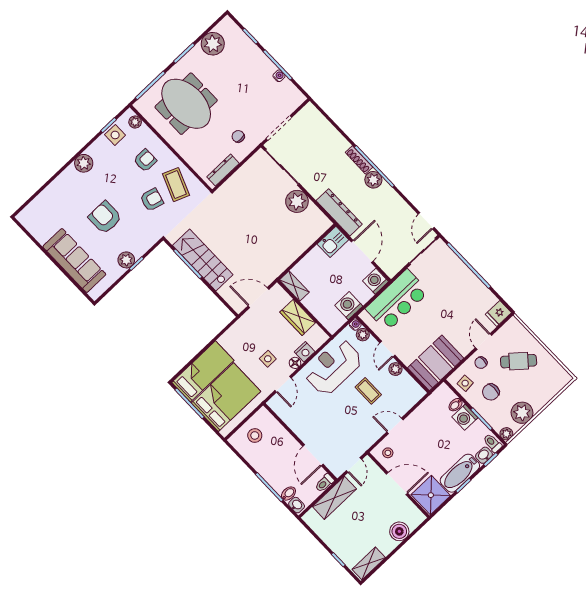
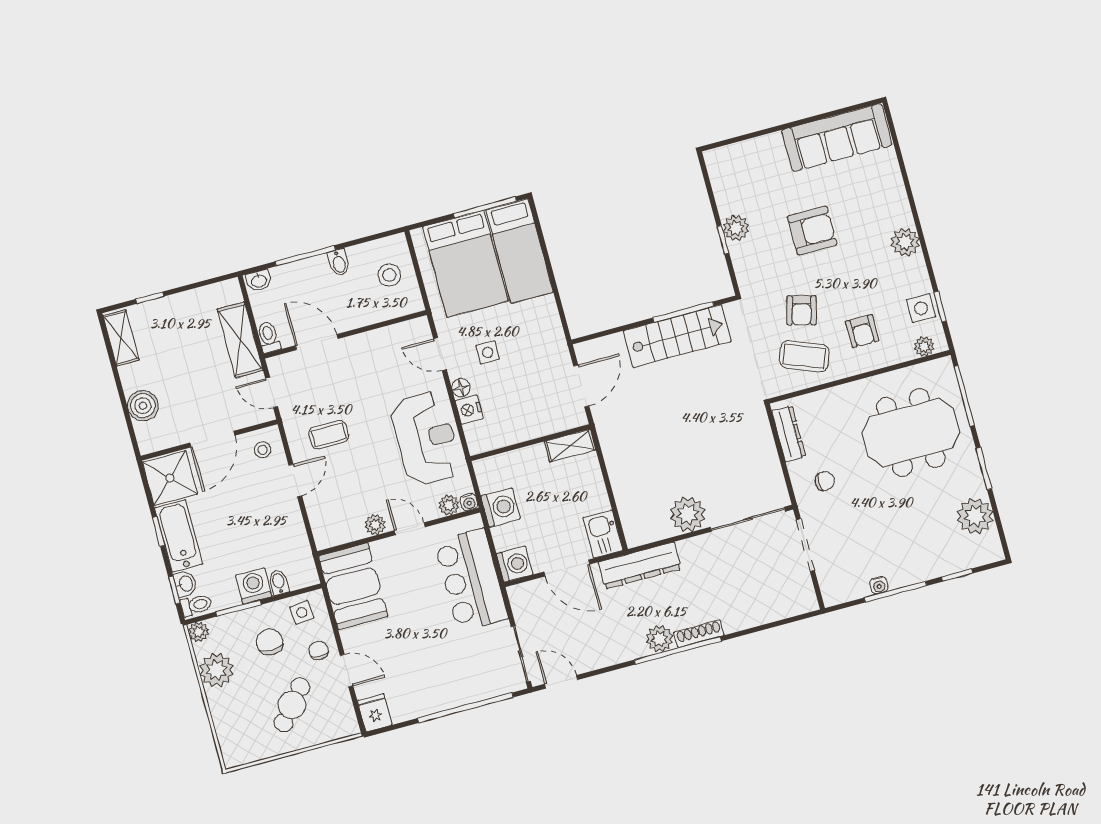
sofa: (74, 261) -> (837, 138), moved
wardrobe: (298, 317) -> (523, 426), removed
coffee table: (368, 391) -> (329, 435), moved
bidet: (288, 494) -> (339, 263), moved

